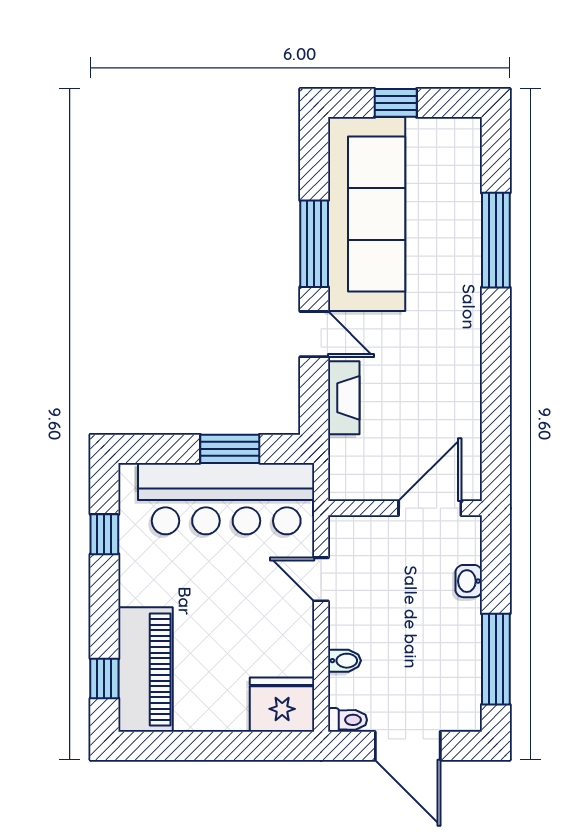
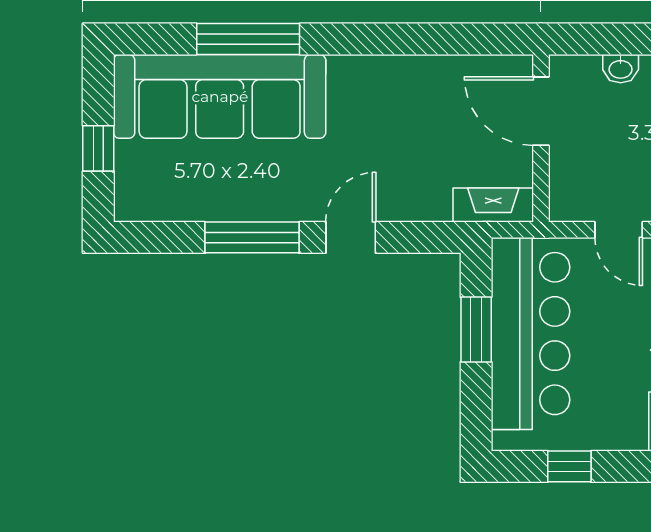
sofa: (367, 214) -> (220, 96), moved, turned 180
fireplace: (344, 398) -> (493, 205), moved
door: (321, 579) -> (619, 230), hinge flipped

